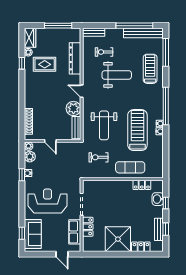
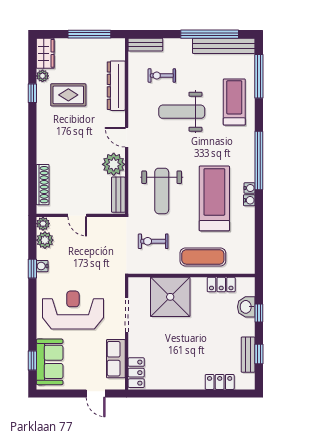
weight bench: (117, 75) -> (182, 112), turned 180
locker: (88, 227) -> (136, 373), moved
shower: (118, 239) -> (170, 297), moved

